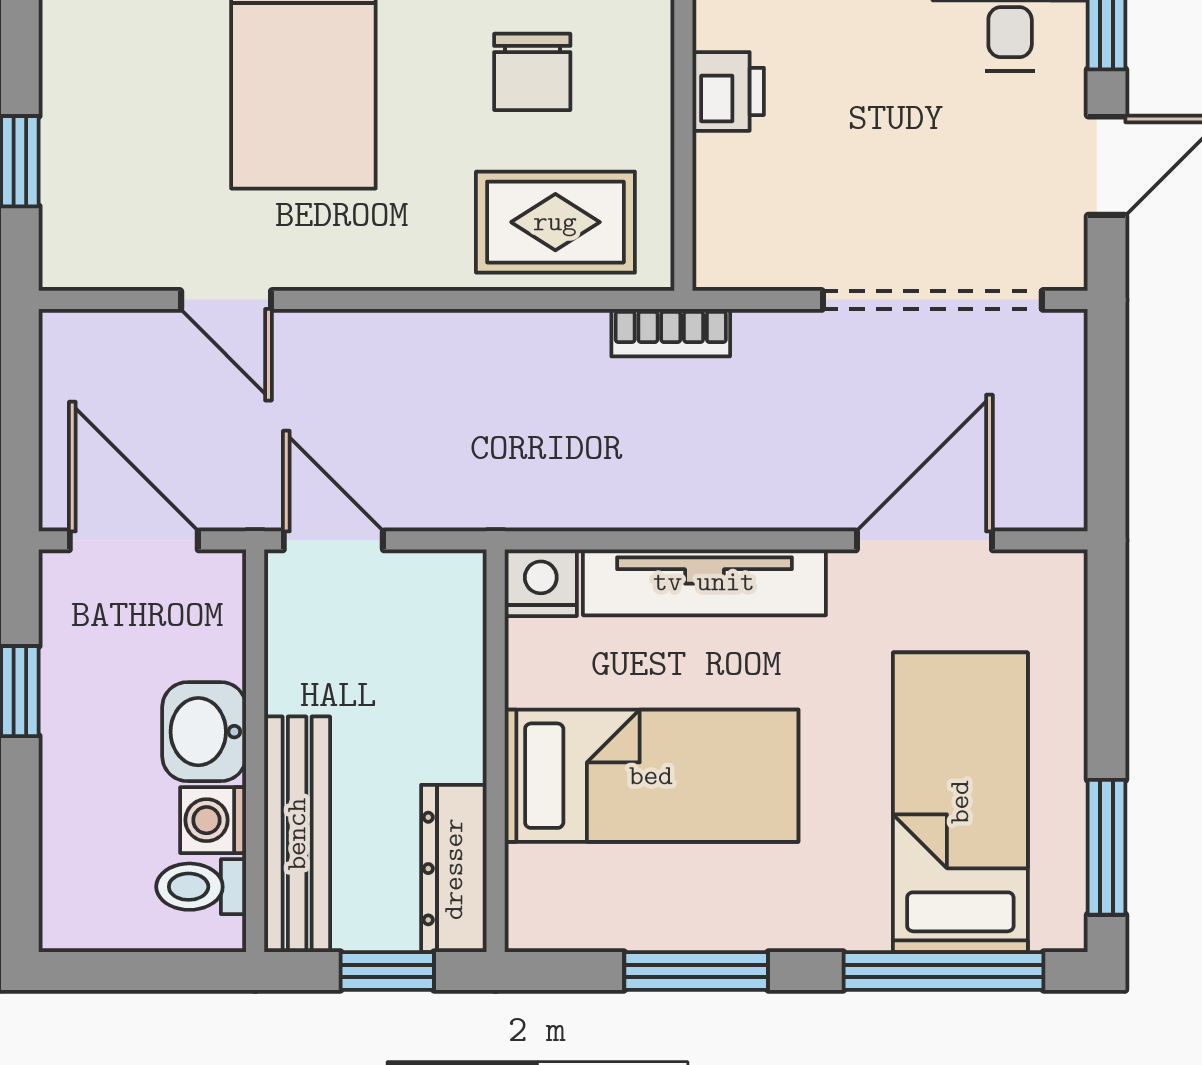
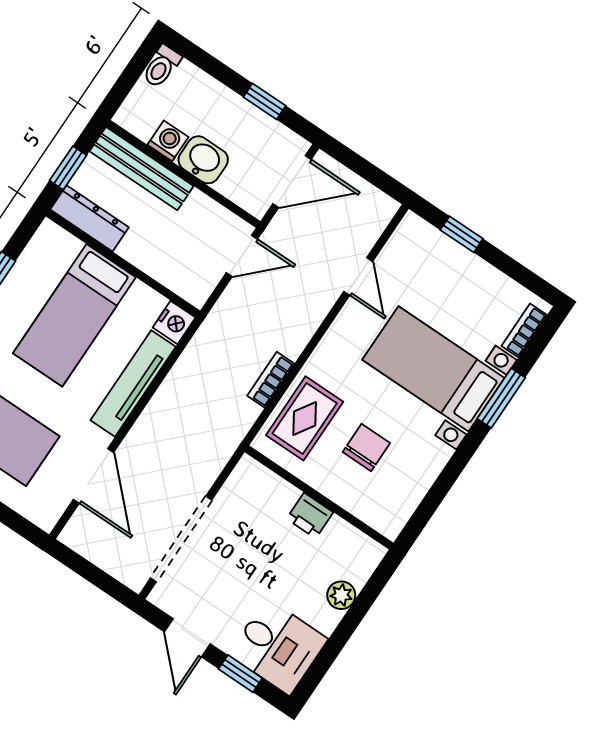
chair: (532, 72) -> (366, 448), turned 90
door: (226, 300) -> (358, 276), swing flipped
bookcase: (671, 333) -> (271, 380), moved
toilet: (201, 887) -> (162, 66), moved, turned 180

